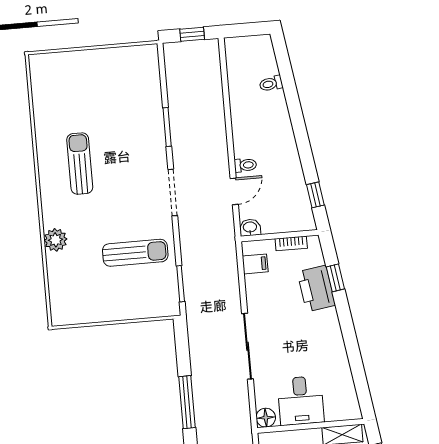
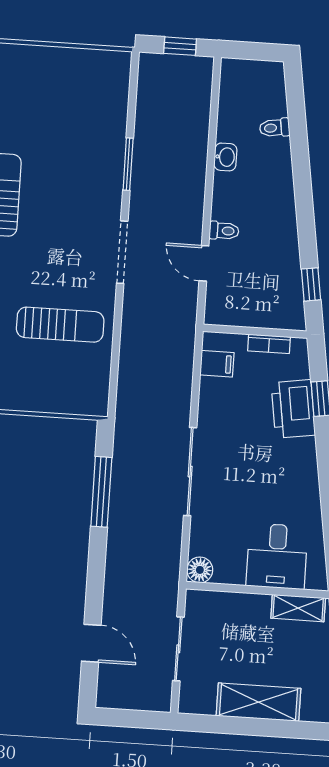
door: (234, 191) -> (204, 263), swing flipped
washbasin: (250, 227) -> (225, 157), moved, turned 90
window: (181, 284) -> (114, 375), removed
desk: (301, 401) -> (277, 556), moved
window: (187, 402) -> (101, 492), moved

